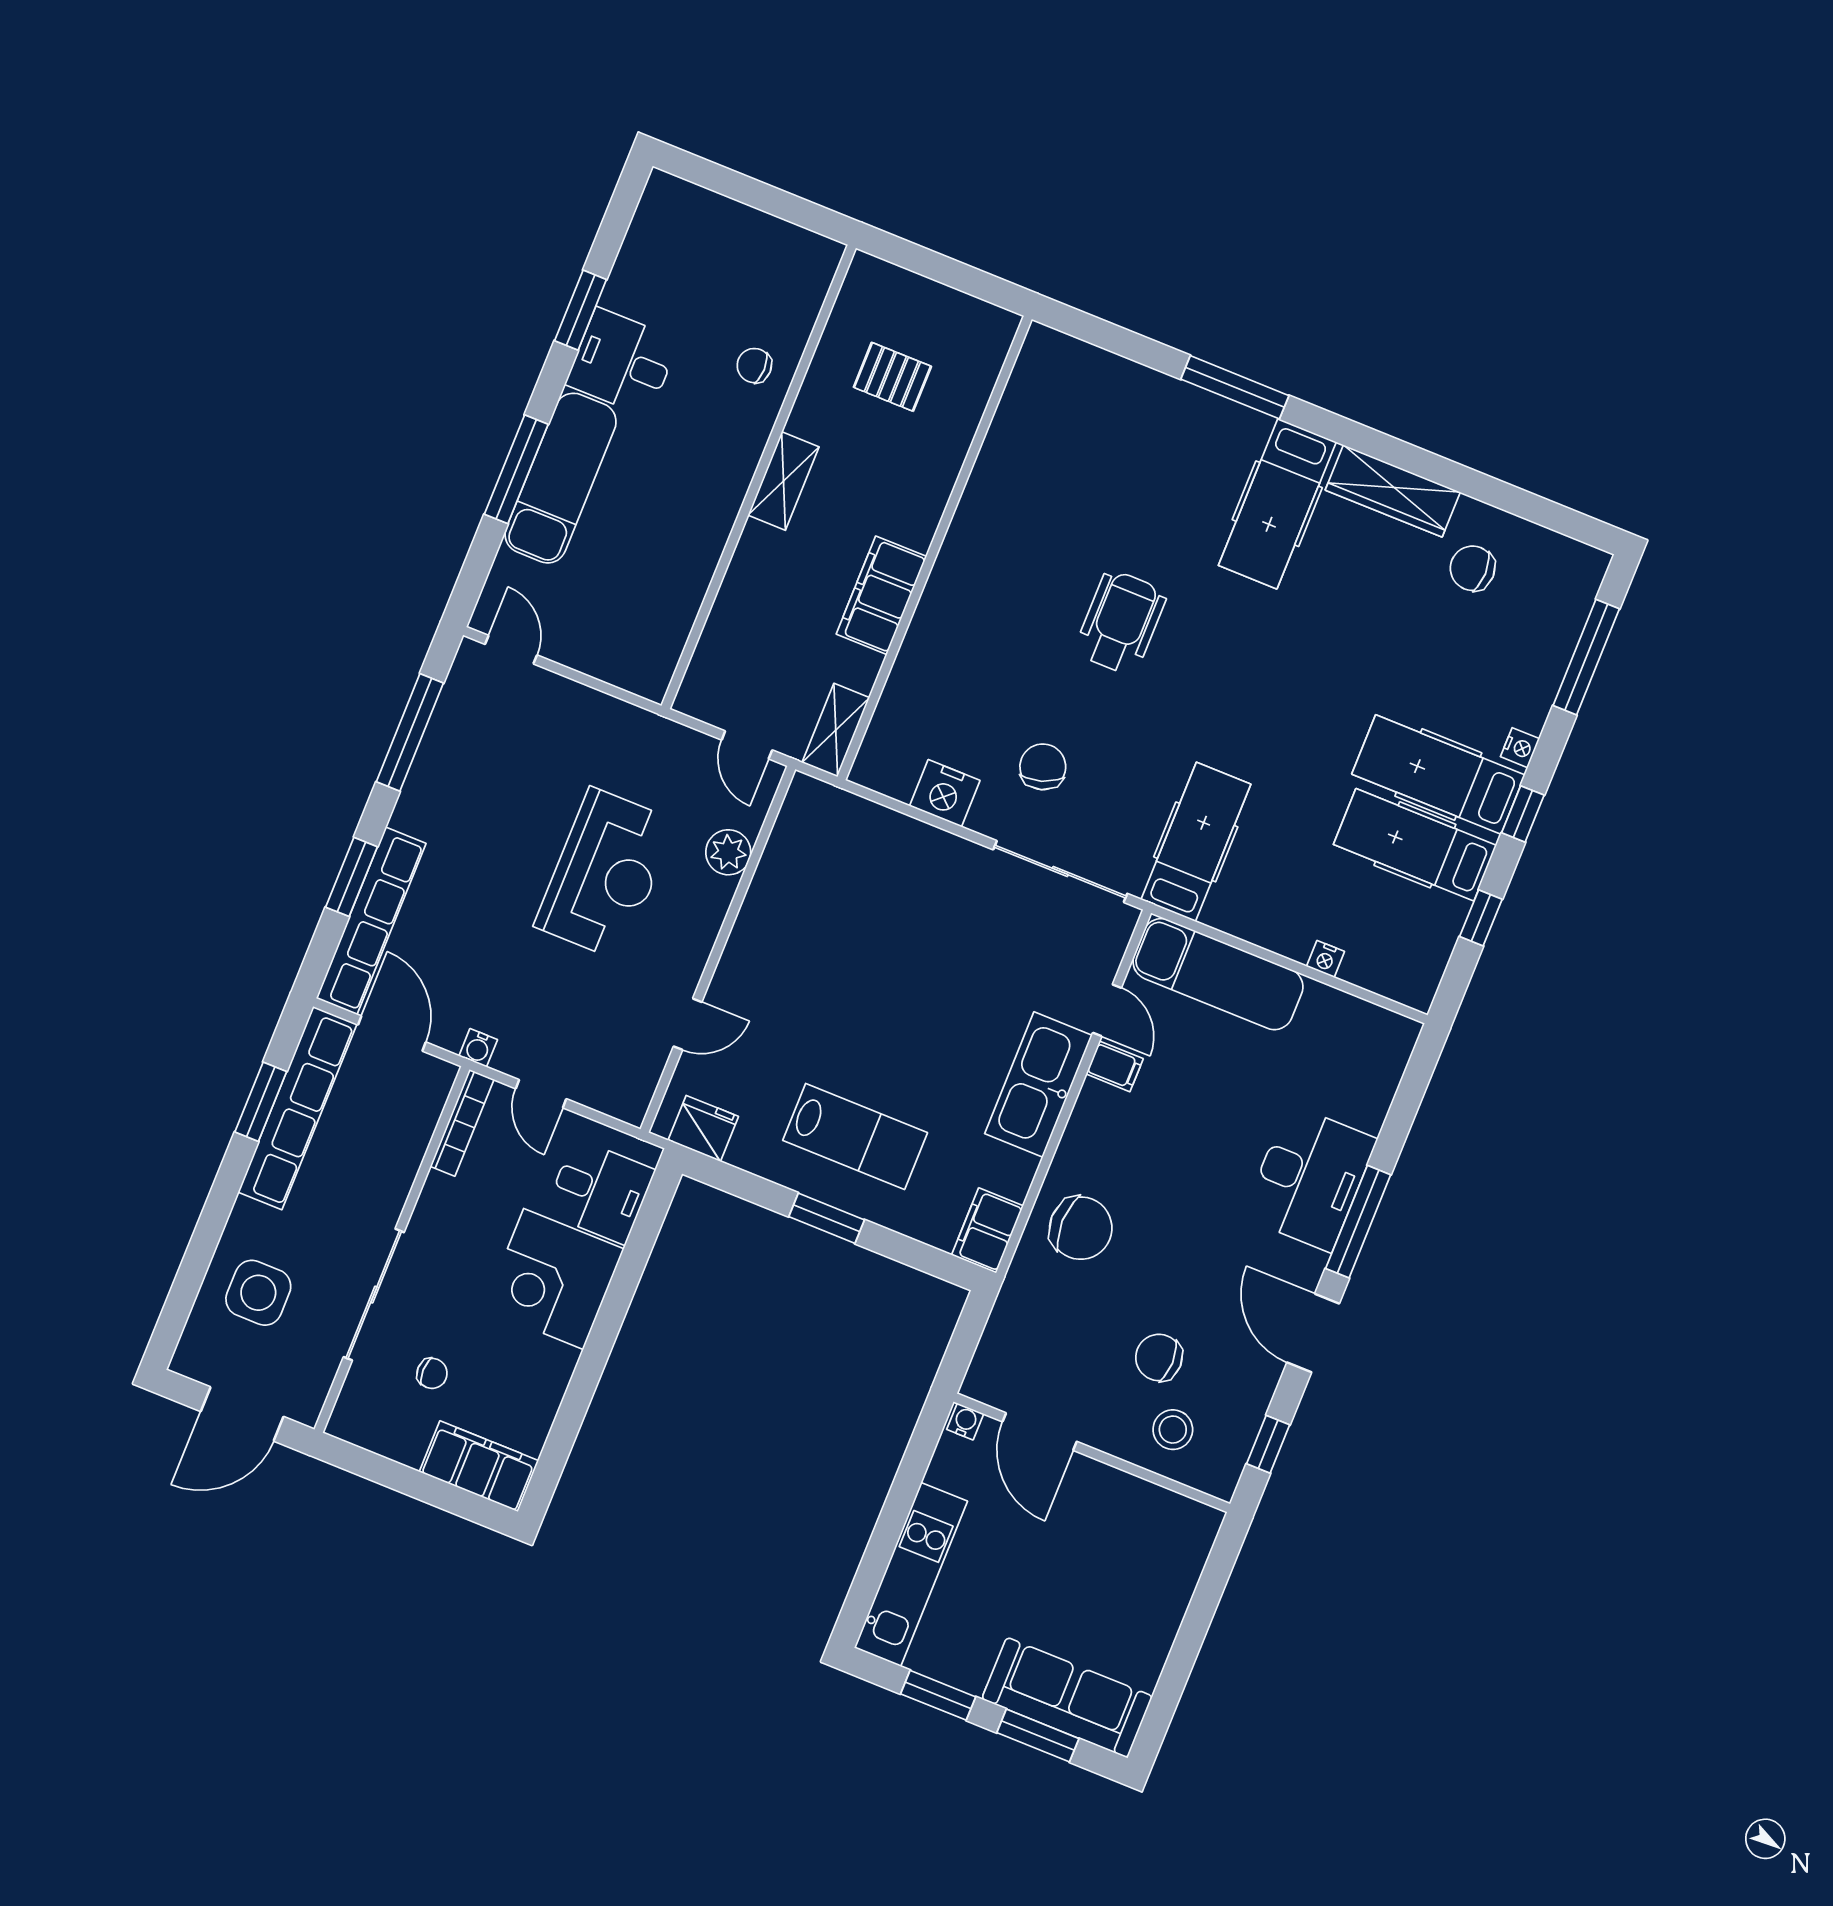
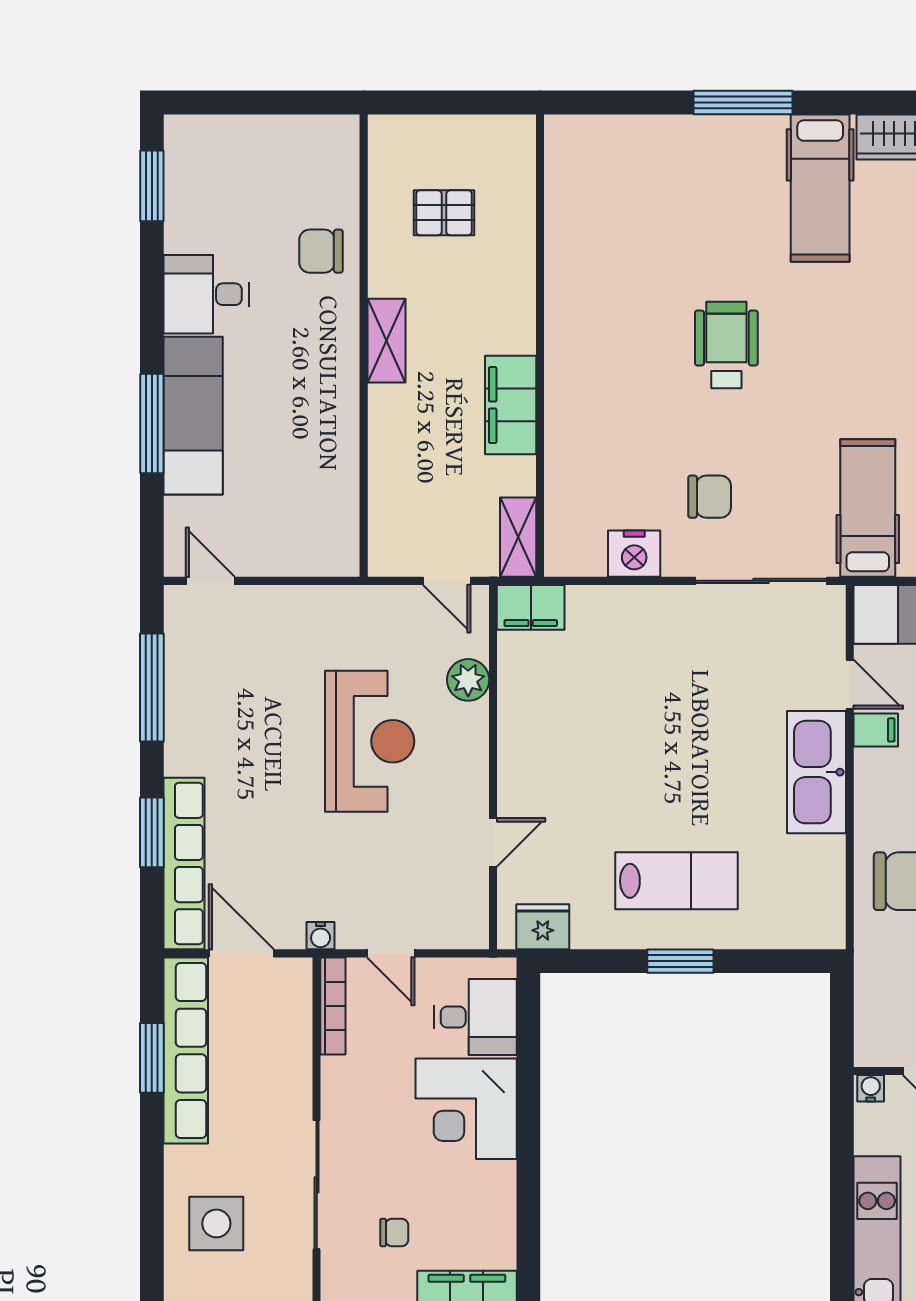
window: (581, 310) -> (152, 186), moved
chair: (754, 366) -> (321, 251), width x1.37, depth x1.37
chair: (1043, 767) -> (710, 497), turned 108
filing cabinet: (987, 1230) -> (531, 607), moved, turned -90

